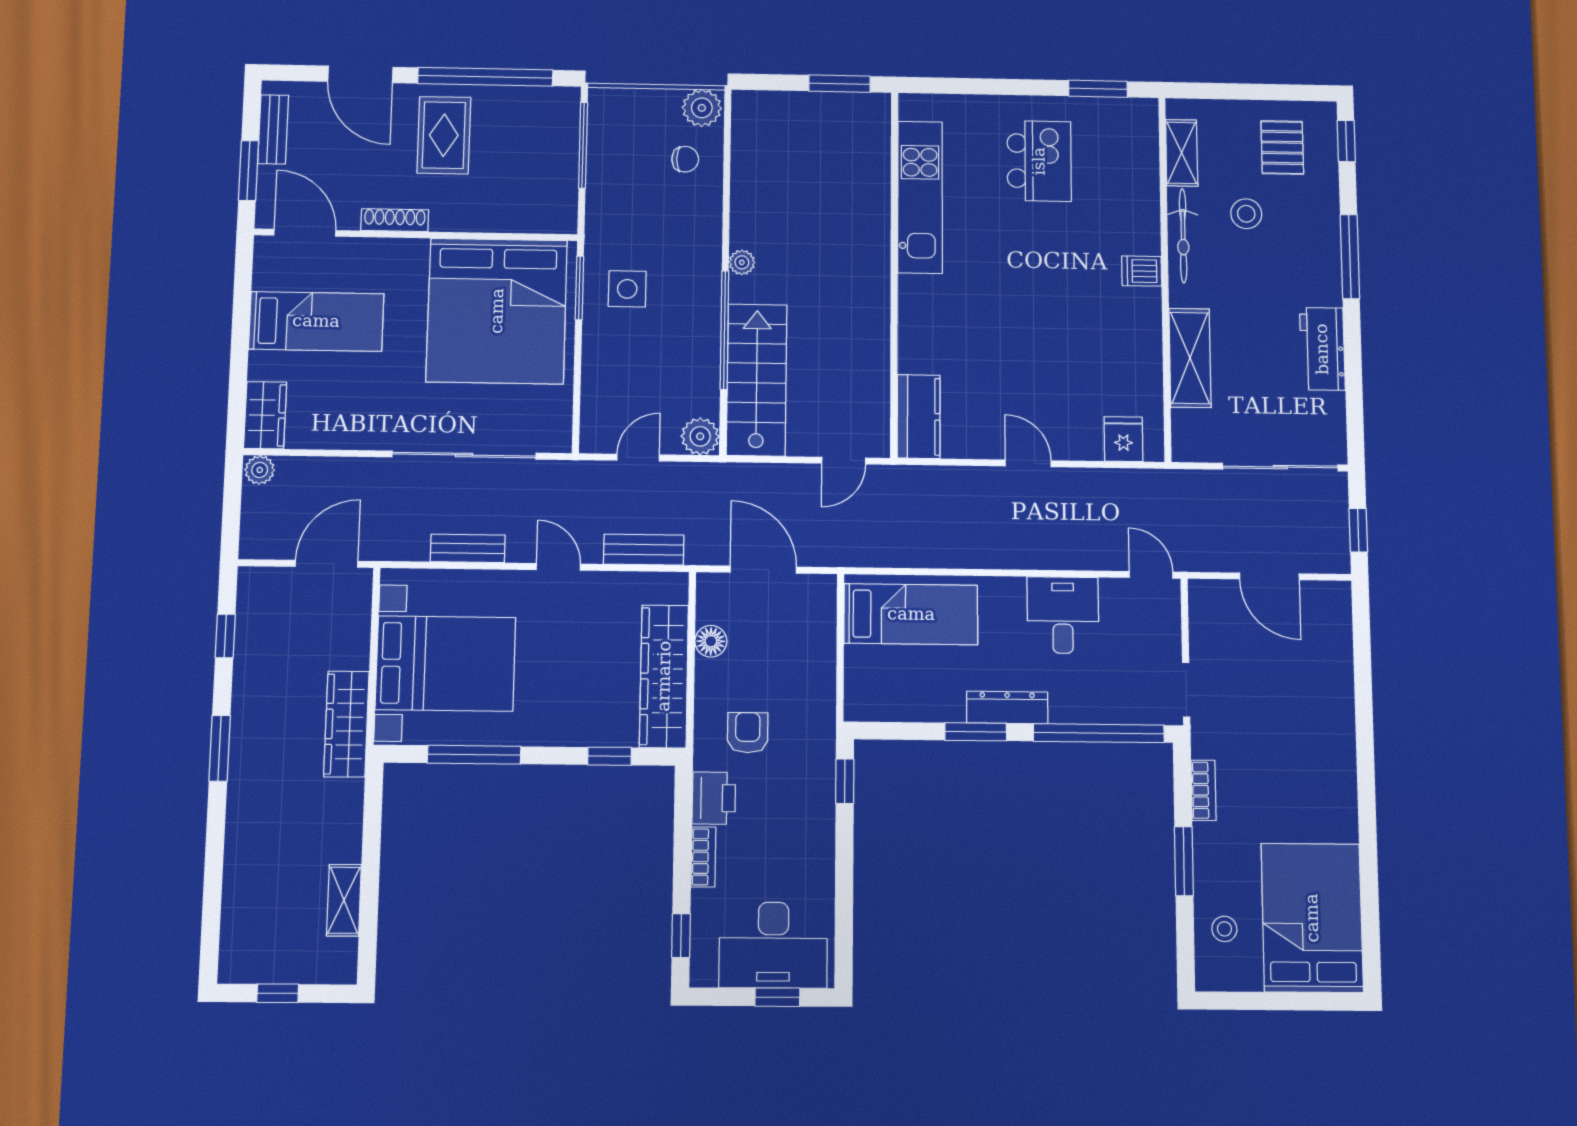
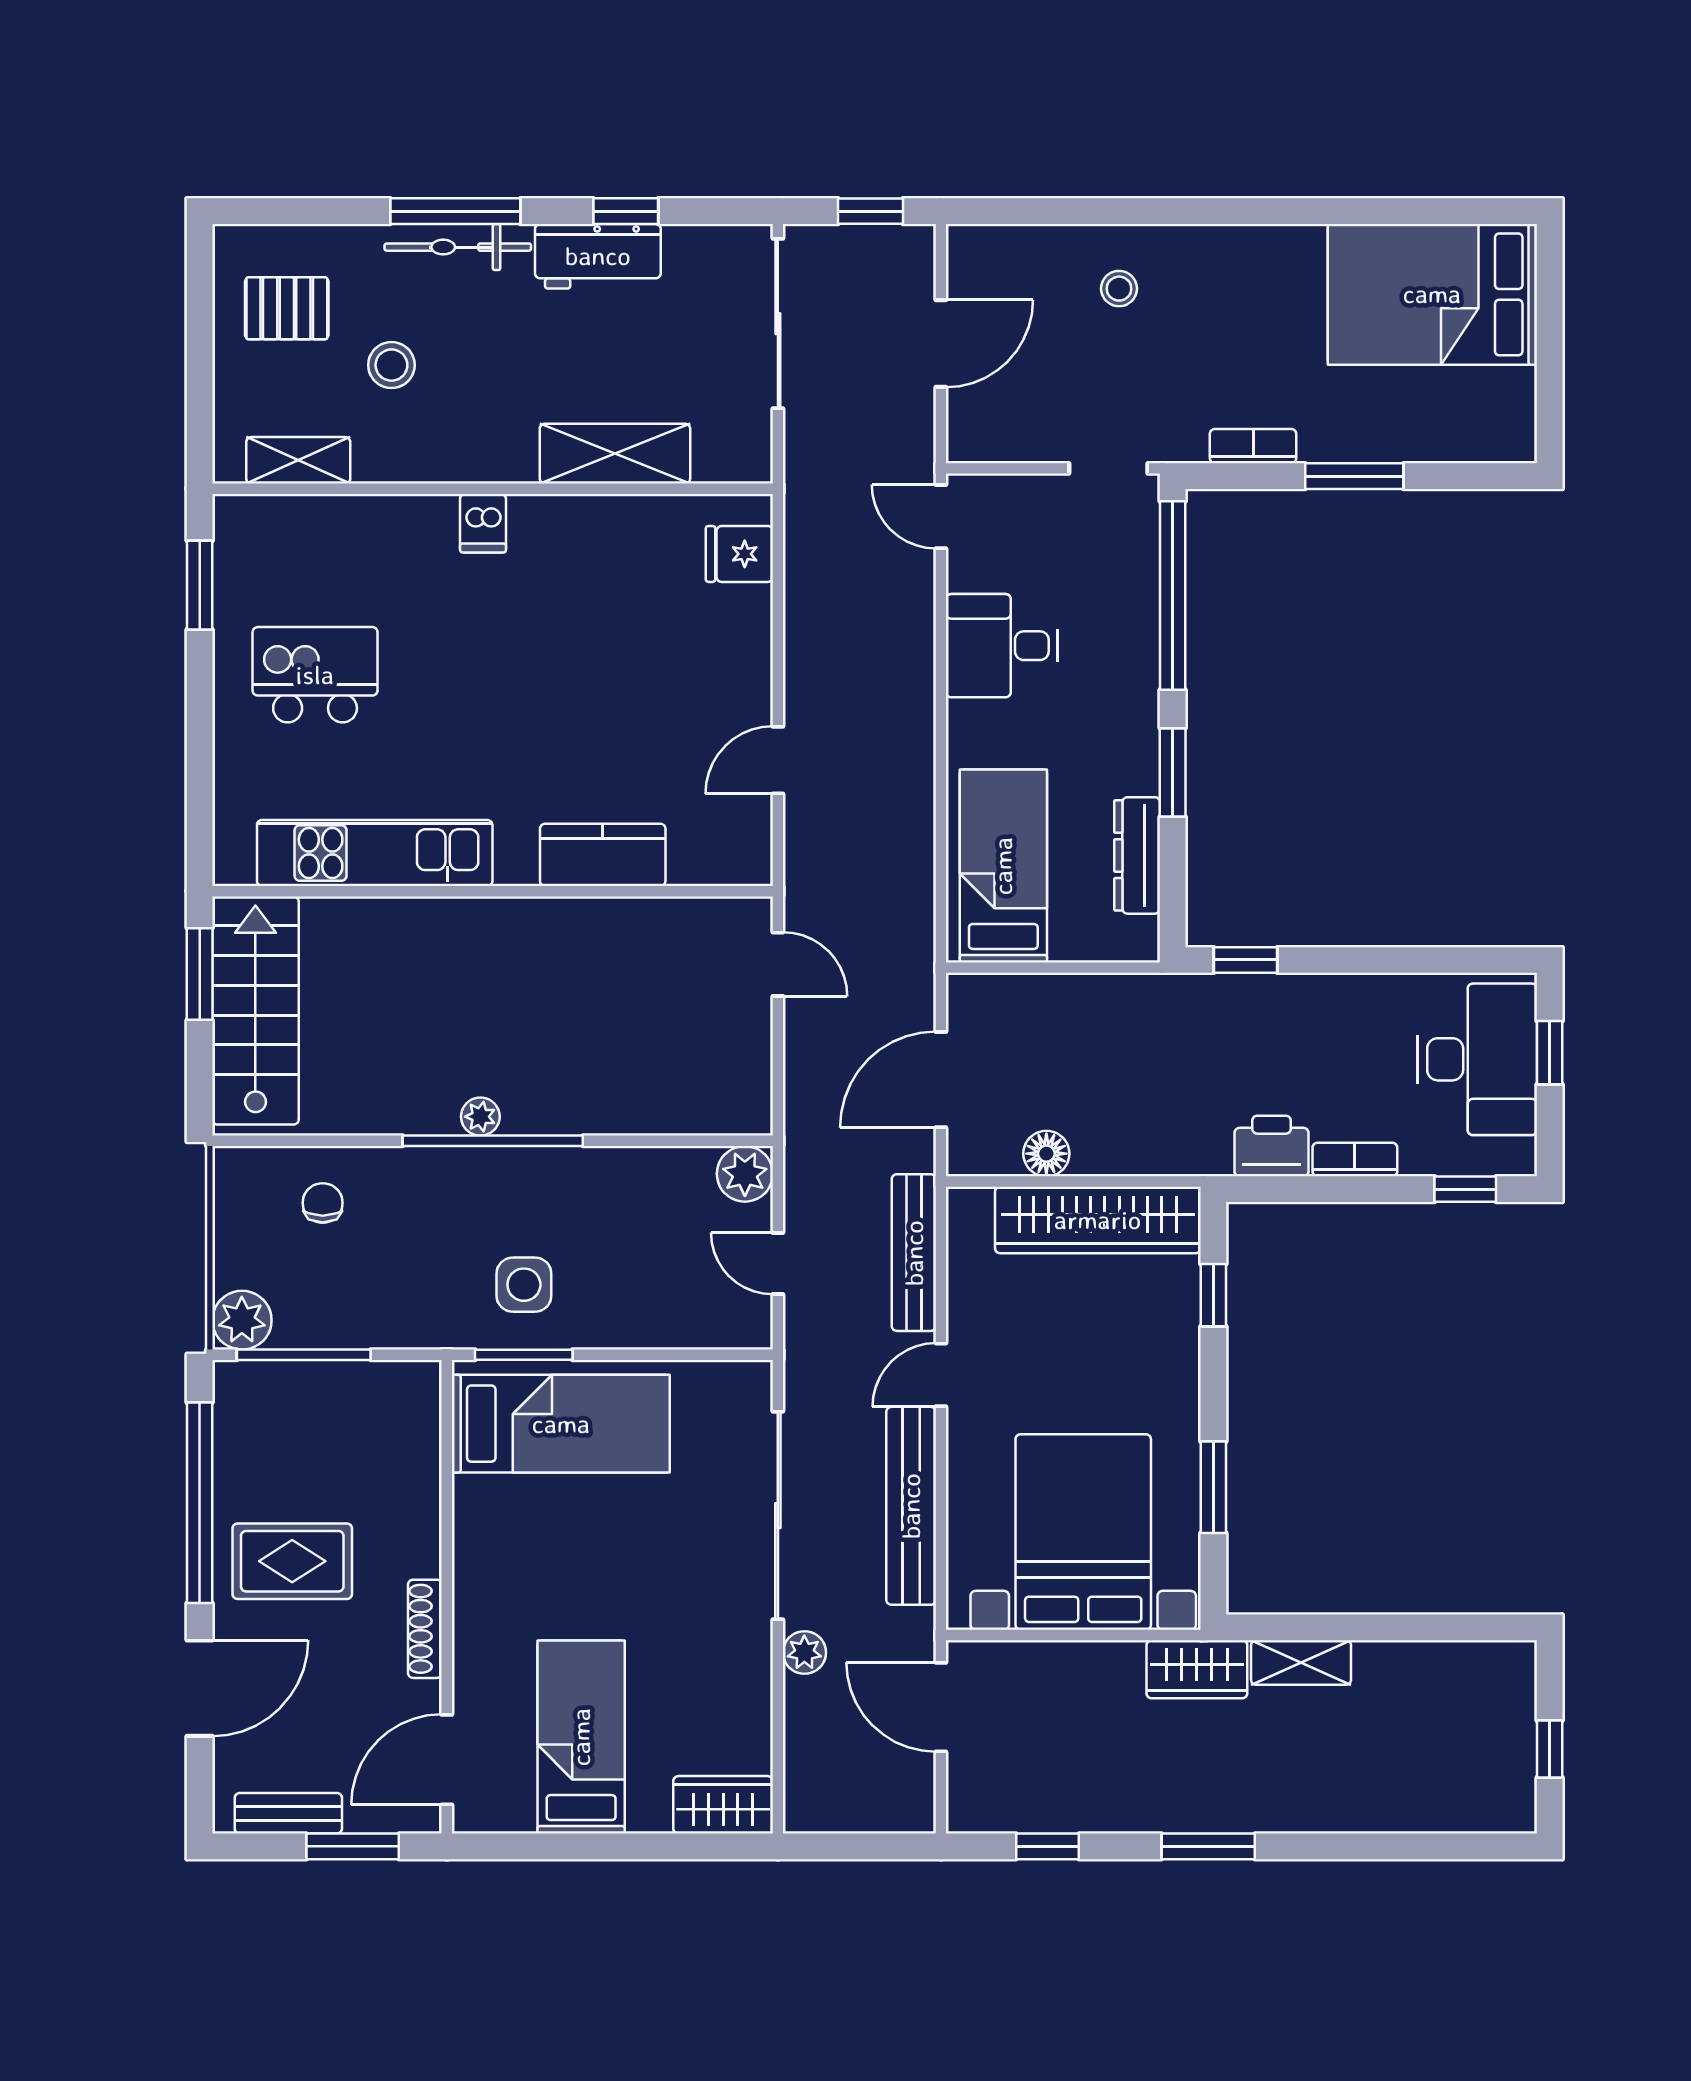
plant: (702, 108) -> (242, 1320), moved
window: (1346, 141) -> (626, 211), moved
bicycle: (1183, 236) -> (458, 247), moved, turned 180
bed: (497, 311) -> (561, 1424), width x0.49
window: (724, 330) -> (493, 1141), moved
stairs: (757, 380) -> (255, 1010), moved, turned 90
kitchen counter: (919, 417) -> (603, 855), moved
door: (1028, 463) -> (778, 760), moved
plant: (260, 470) -> (804, 1652), moved
bench: (468, 548) -> (911, 1506), width x1.86, depth x1.21
bench: (644, 550) -> (914, 1253), width x1.36
door: (1151, 575) -> (941, 517), hinge flipped
dresser: (1007, 707) -> (1137, 855), moved
wardrobe: (346, 724) -> (1197, 1669), width x0.67
armchair: (748, 733) -> (1177, 1099), removed
window: (474, 755) -> (1213, 1487), width x0.69
shelving: (344, 900) -> (1301, 1662), moved
stool: (1224, 929) -> (1119, 289), moved

